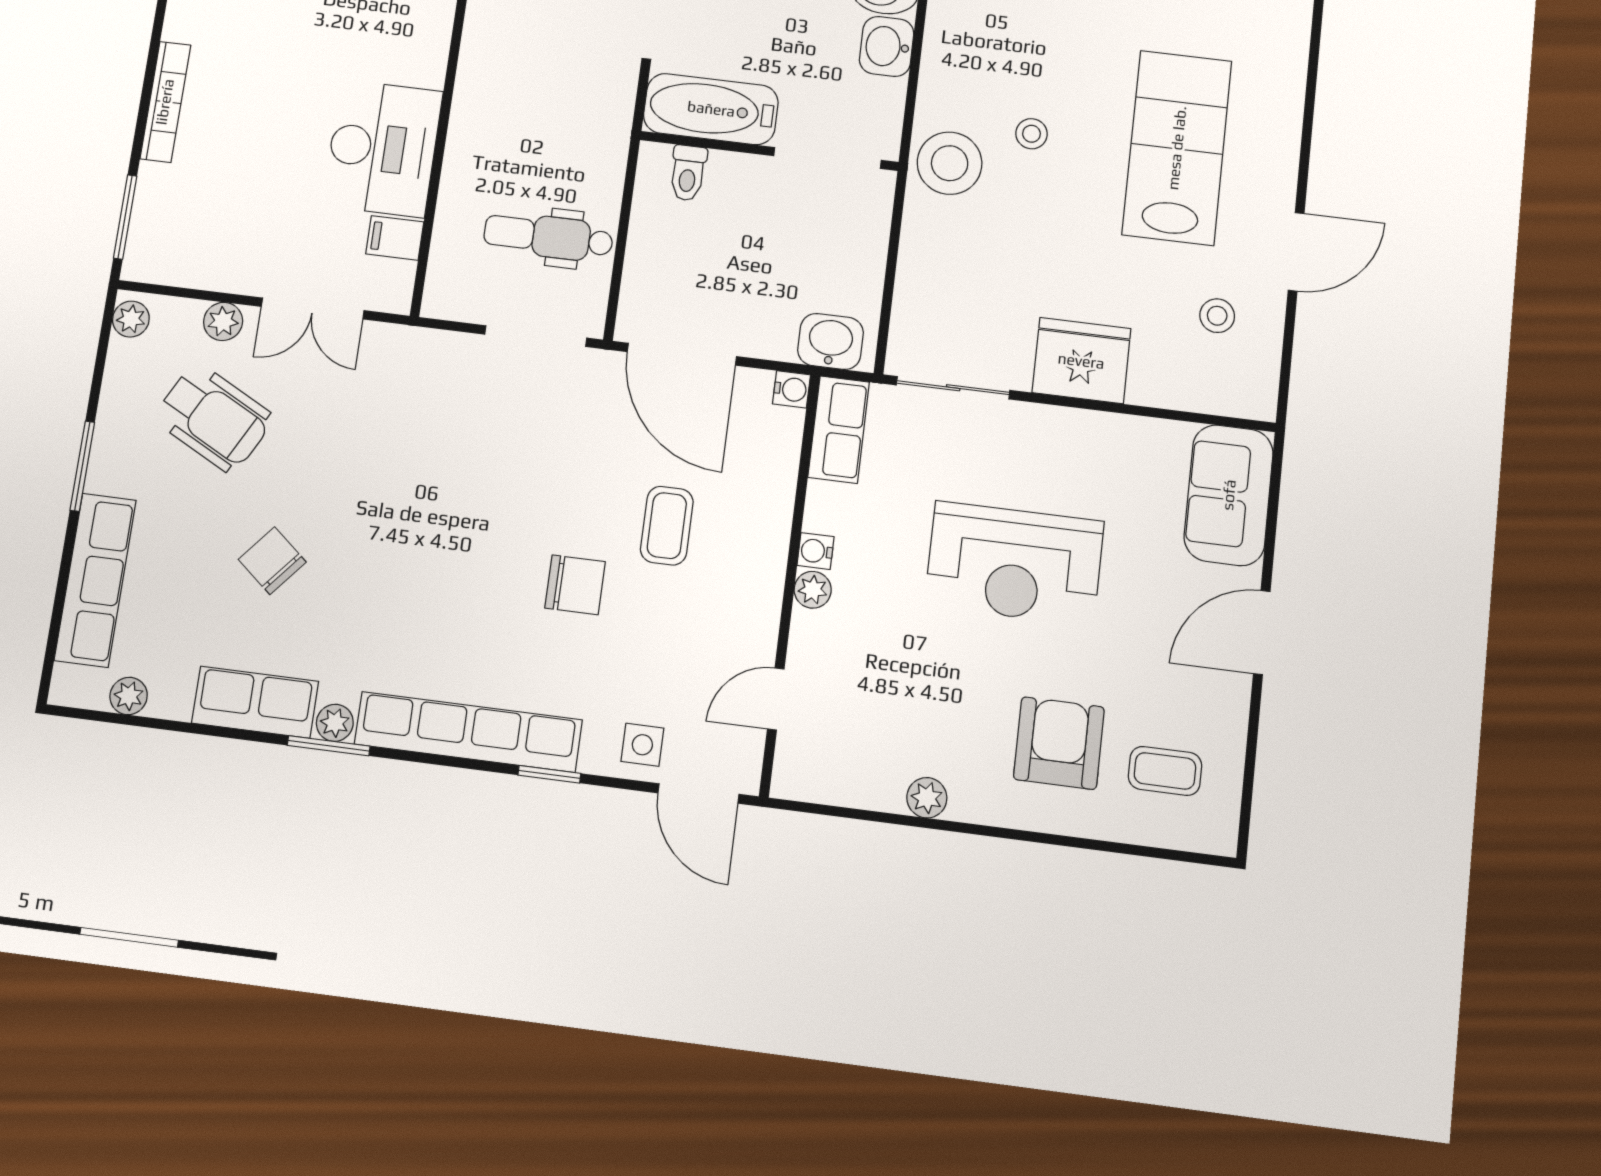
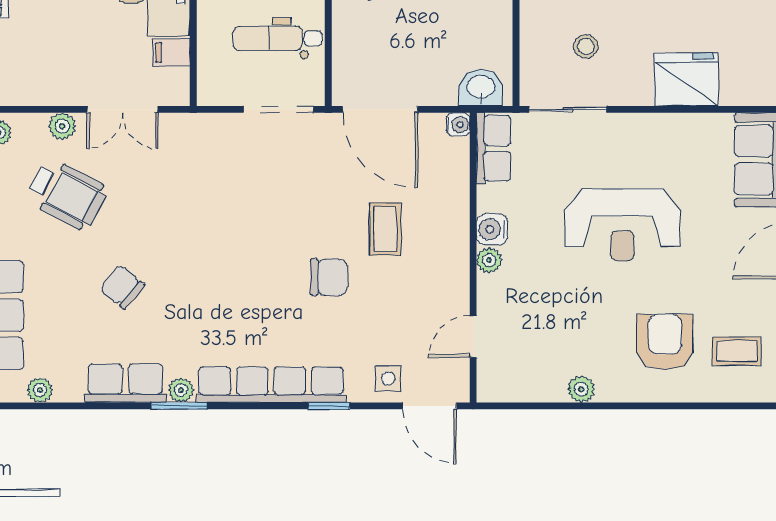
stool: (1217, 316) -> (586, 46), moved
fridge: (1081, 361) -> (686, 80), moved
water cooler: (816, 551) -> (492, 229), width x1.38, depth x1.38

